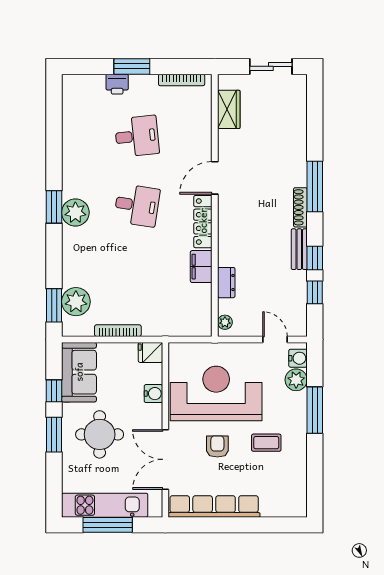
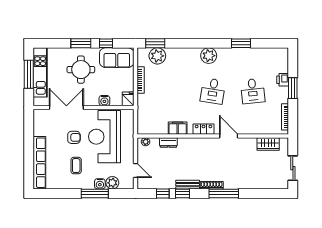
window: (54, 207) -> (241, 43), moved
locker: (203, 222) -> (203, 129), width x0.66
door: (275, 339) -> (136, 171), hinge flipped
water cooler: (298, 358) -> (100, 184), moved
reception desk: (216, 393) -> (104, 137), turned 180
row of seats: (214, 506) -> (39, 163), moved

